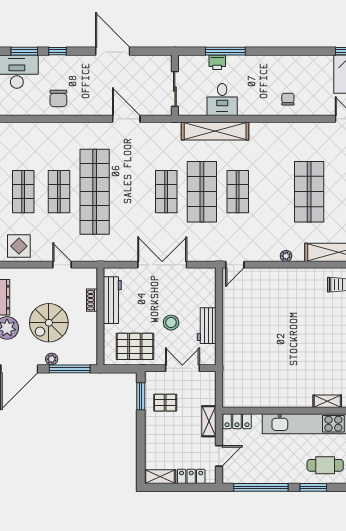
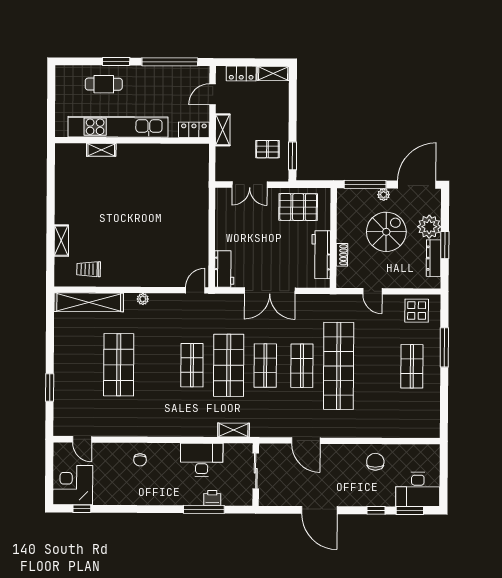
desk: (222, 100) -> (202, 460), width x1.37
shelving: (215, 131) -> (234, 430), width x0.45, depth x0.75
shop shelf: (59, 192) -> (302, 366), moved
stool: (171, 323) -> (261, 231), removed
workbench: (207, 326) -> (224, 269), moved

